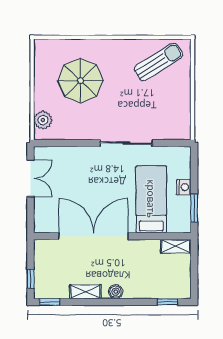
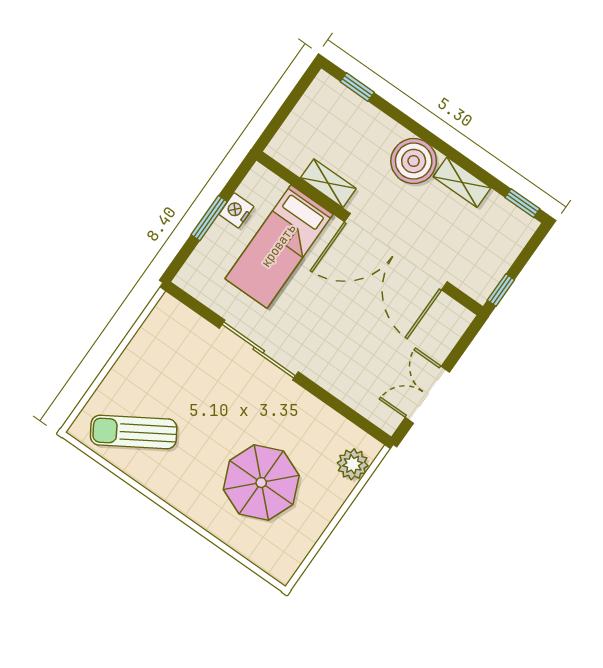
nightstand: (184, 187) -> (236, 210), moved
window: (194, 208) -> (209, 218), moved
shelving: (176, 246) -> (328, 183), moved
window: (31, 279) -> (501, 290), moved
boiler: (116, 292) -> (414, 161), width x1.86, depth x1.86

